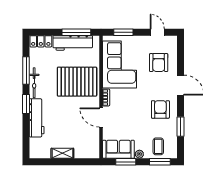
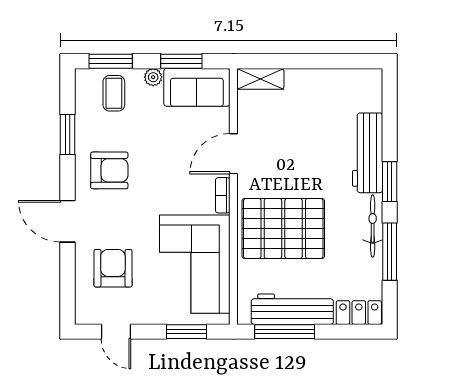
armchair: (160, 109) -> (109, 170), turned -90
door: (101, 117) -> (233, 154), swing flipped
shelving: (62, 153) -> (260, 79), moved

